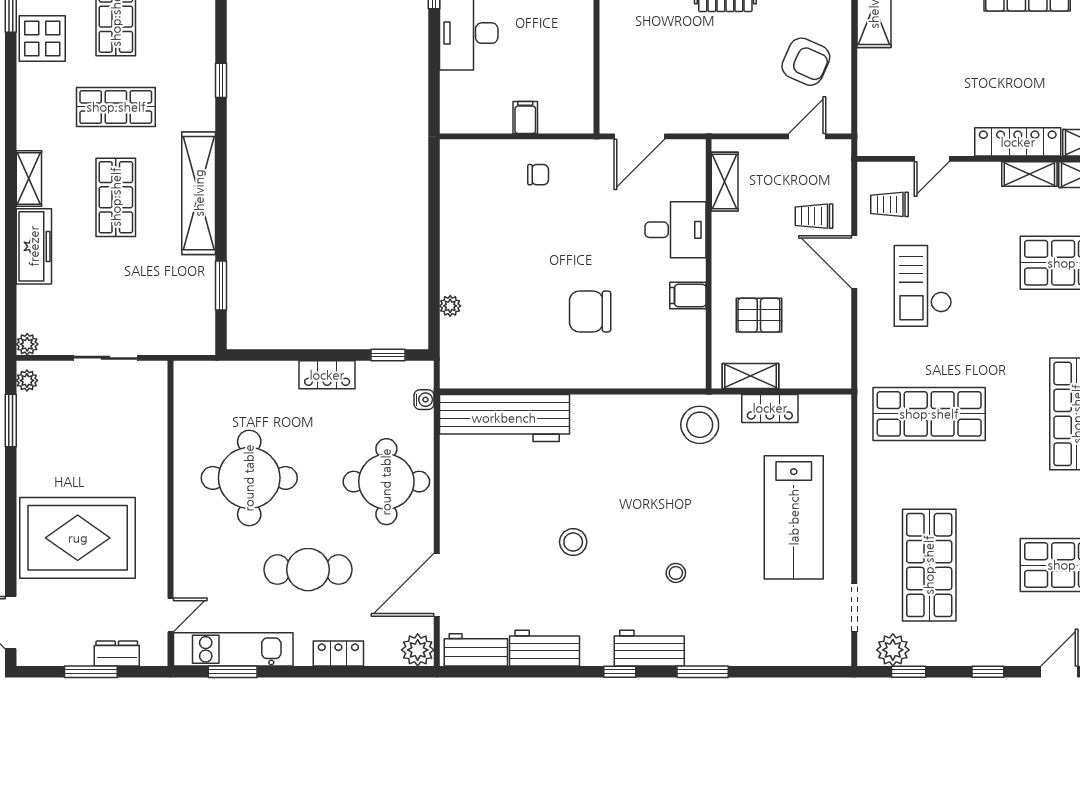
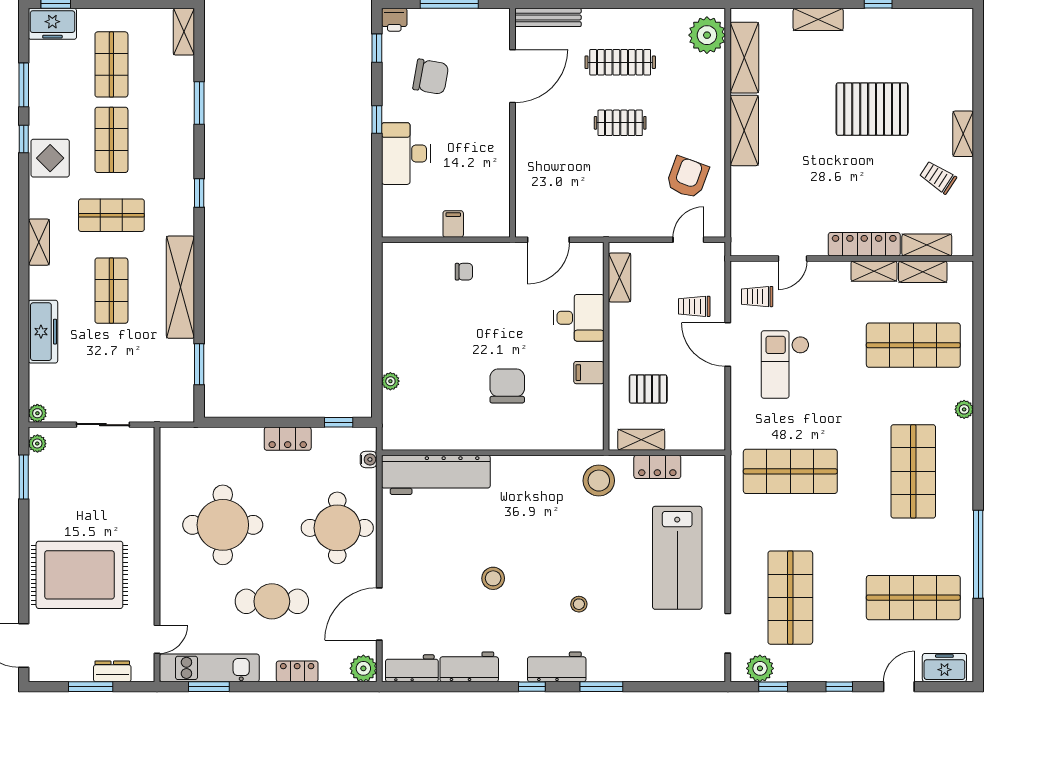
armchair: (806, 62) -> (687, 177), turned -94
shelving: (29, 179) -> (39, 242), moved
chair: (590, 311) -> (507, 386), turned 90

